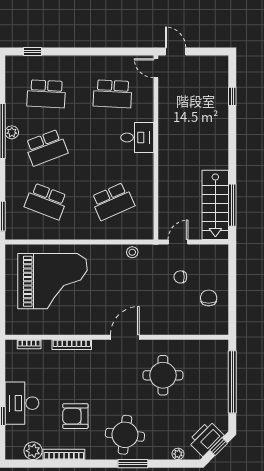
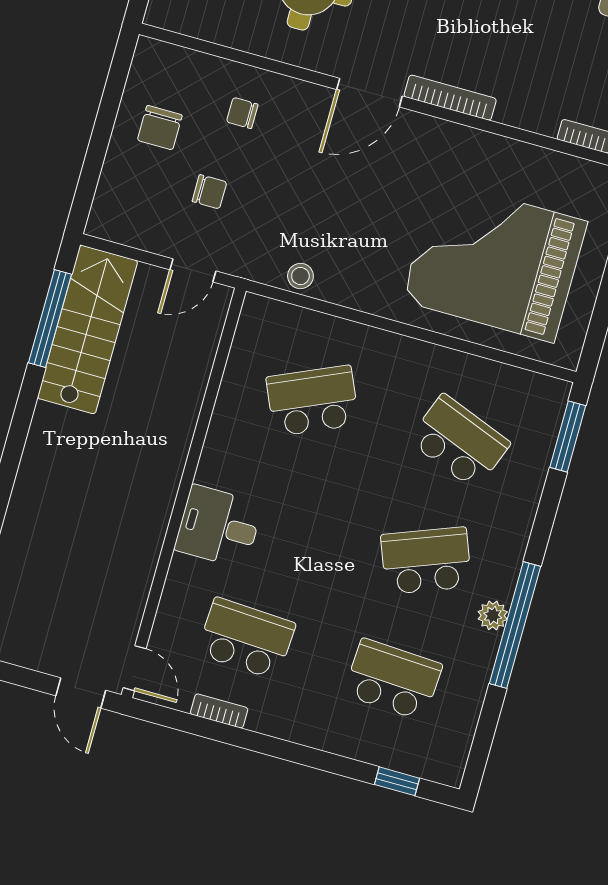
bookcase: (115, 60) -> (219, 711), added
chair: (176, 314) -> (242, 113), added
bookcase: (72, 345) -> (450, 98), moved

